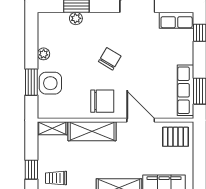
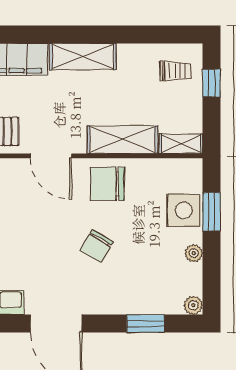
plant: (76, 18) -> (193, 305), moved

